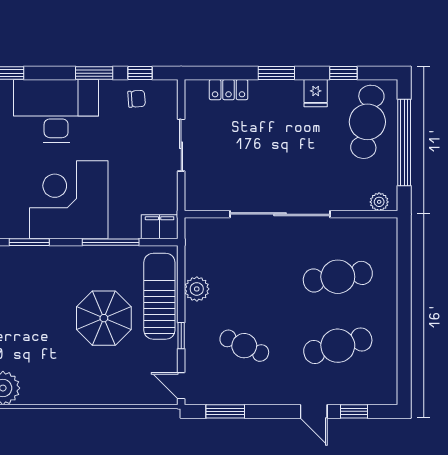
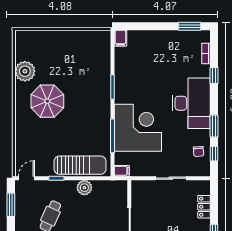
corner desk: (69, 200) -> (138, 128), moved
filing cabinet: (160, 227) -> (122, 171), width x0.50
parasol: (104, 318) -> (47, 101), moved

